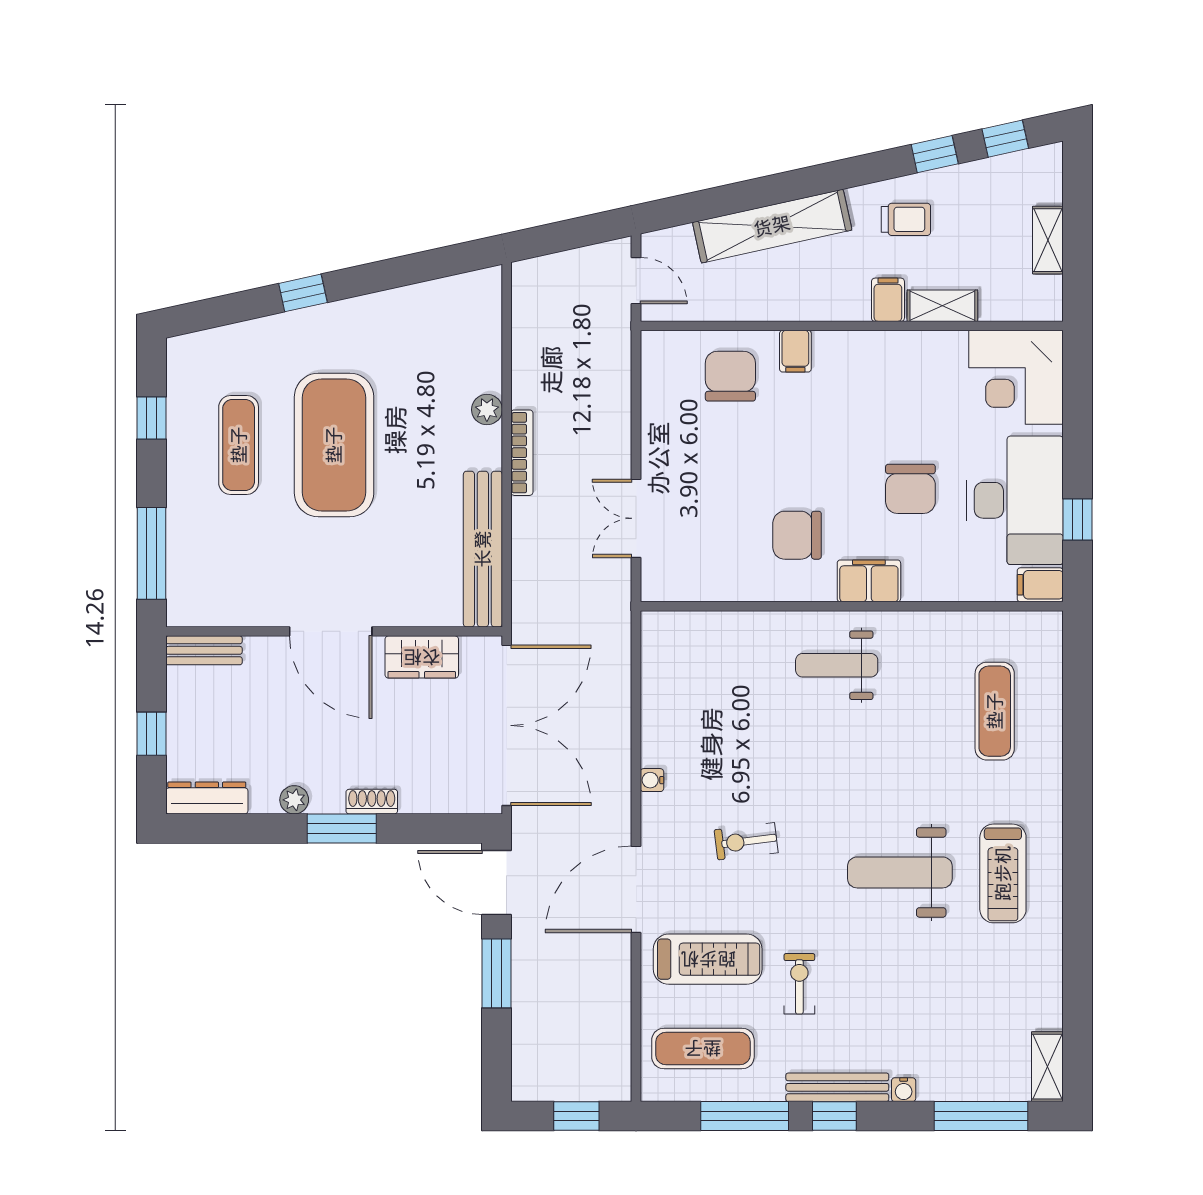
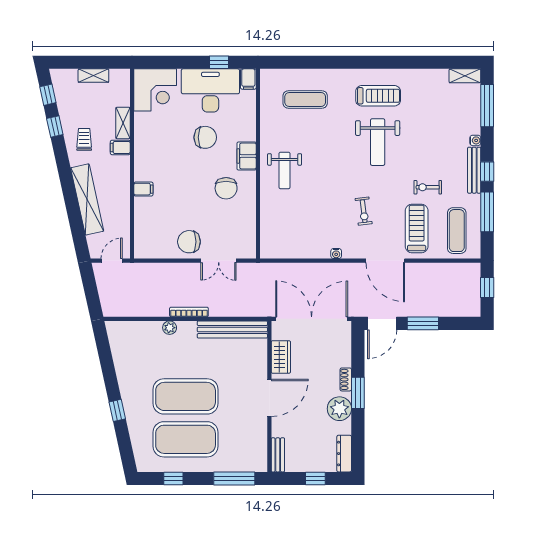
chair: (730, 376) -> (189, 242), moved
exercise mat: (239, 445) -> (186, 439), width x2.00, depth x1.45
plant: (294, 800) -> (339, 409), width x1.88, depth x1.88

